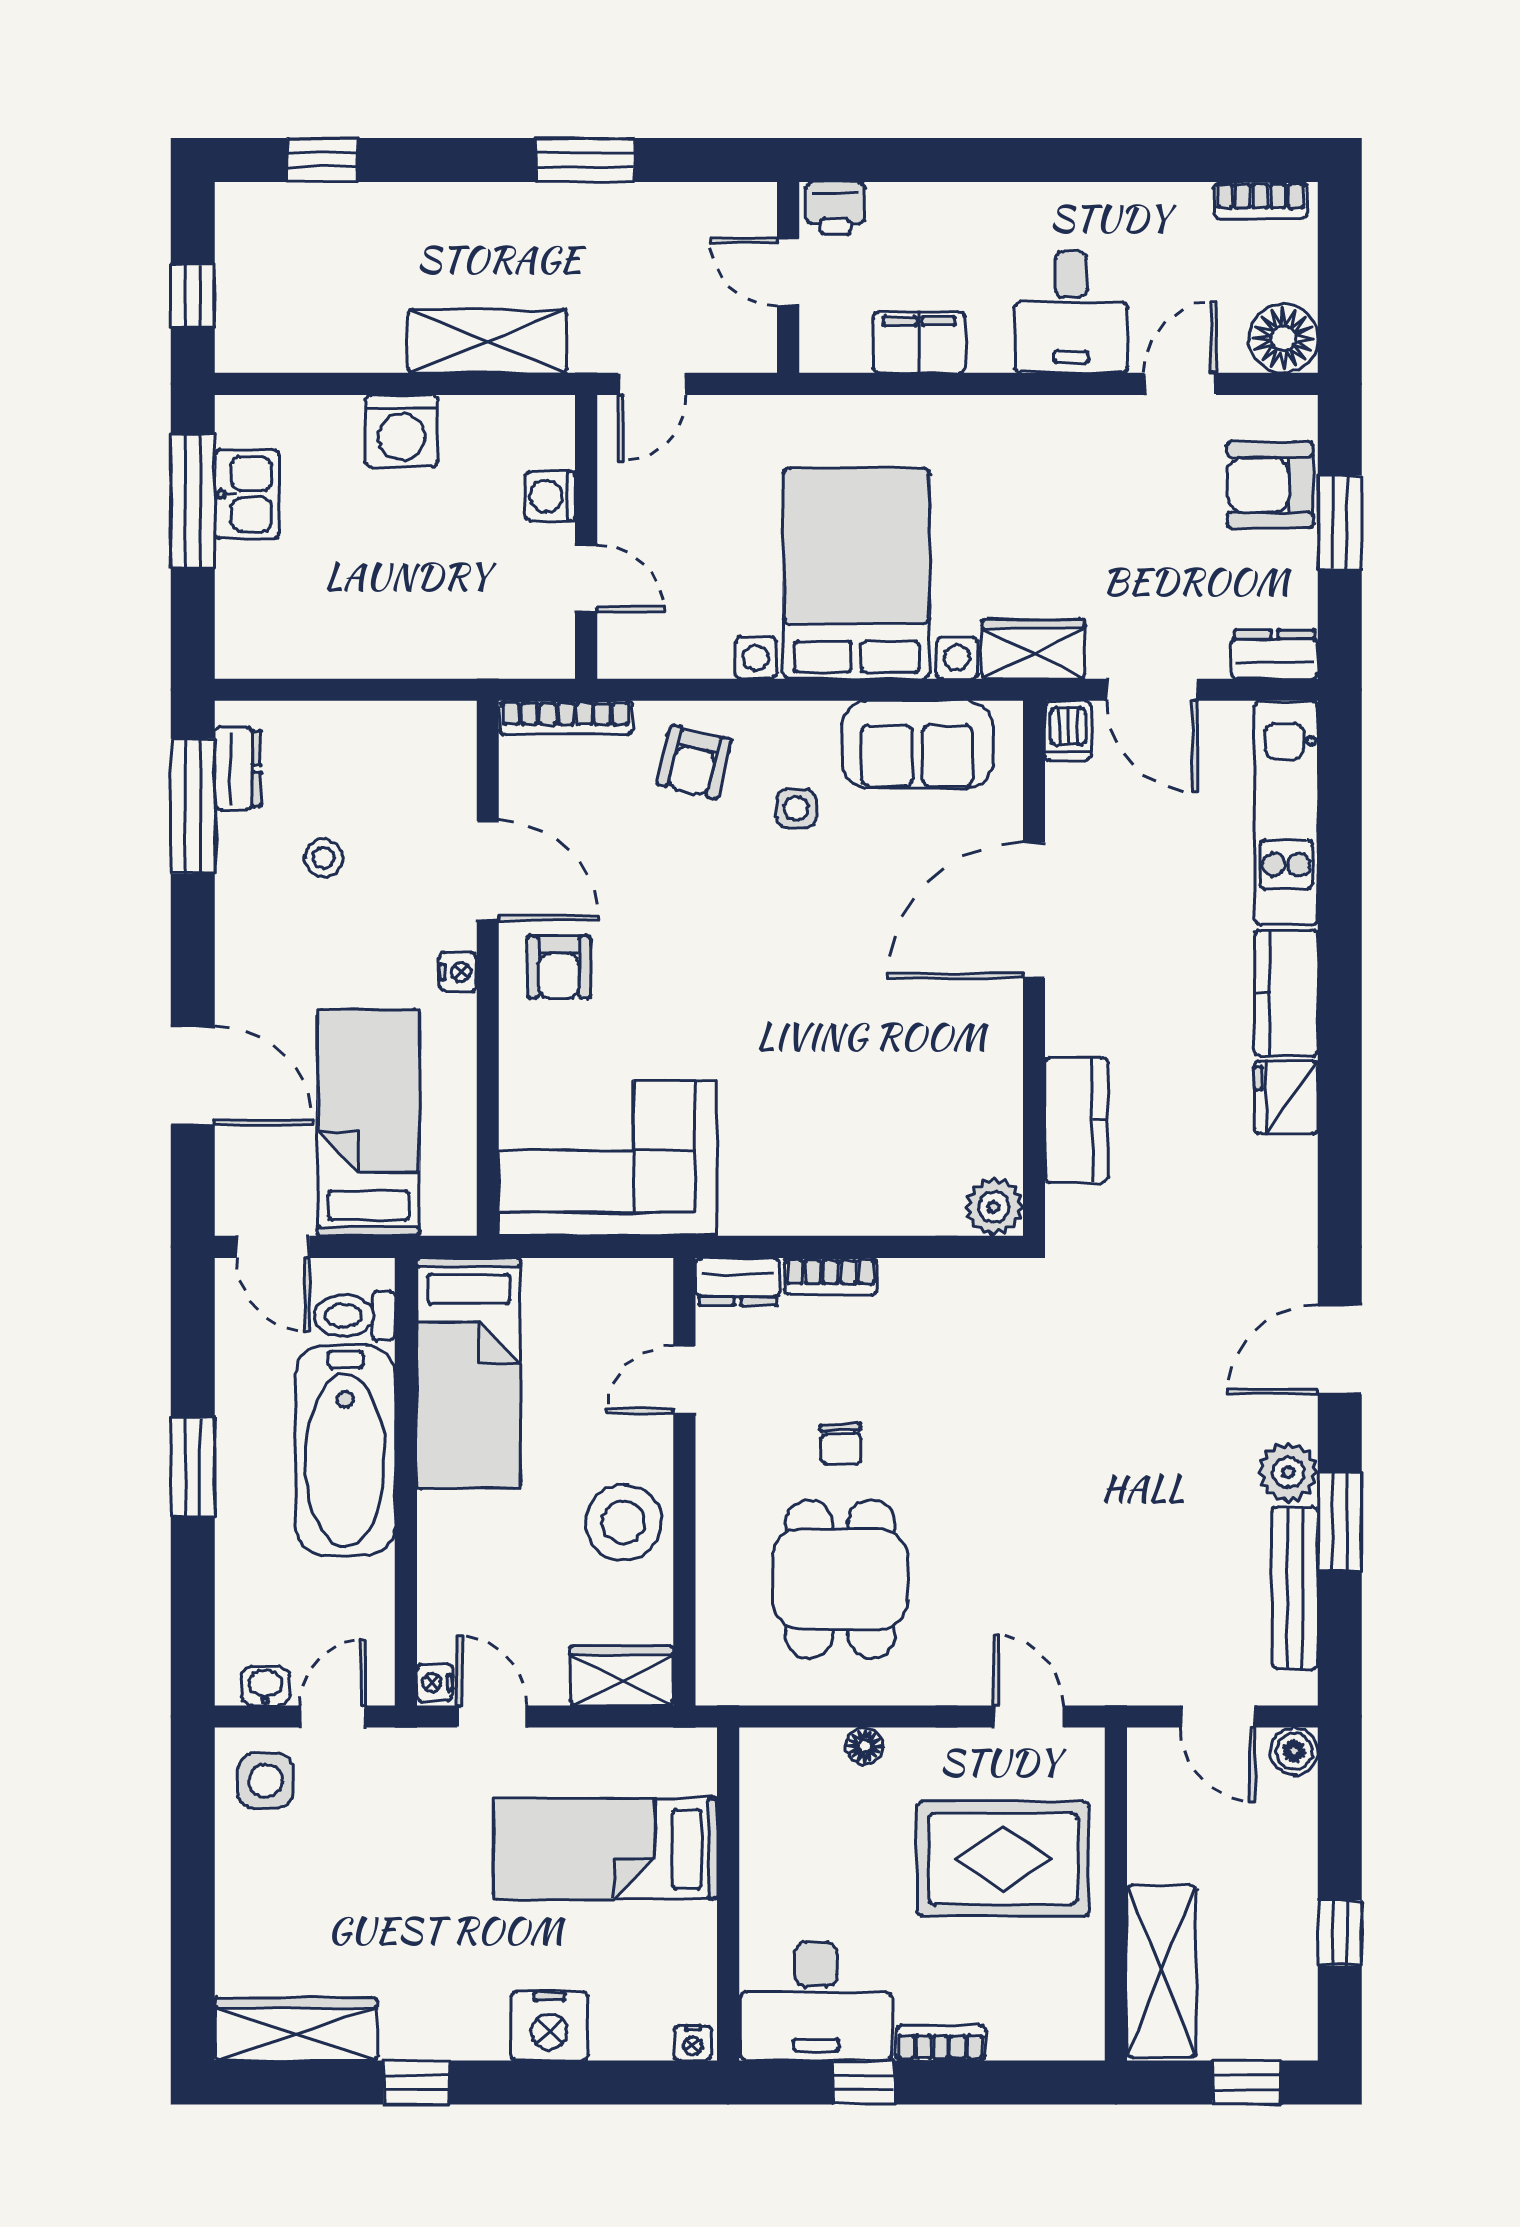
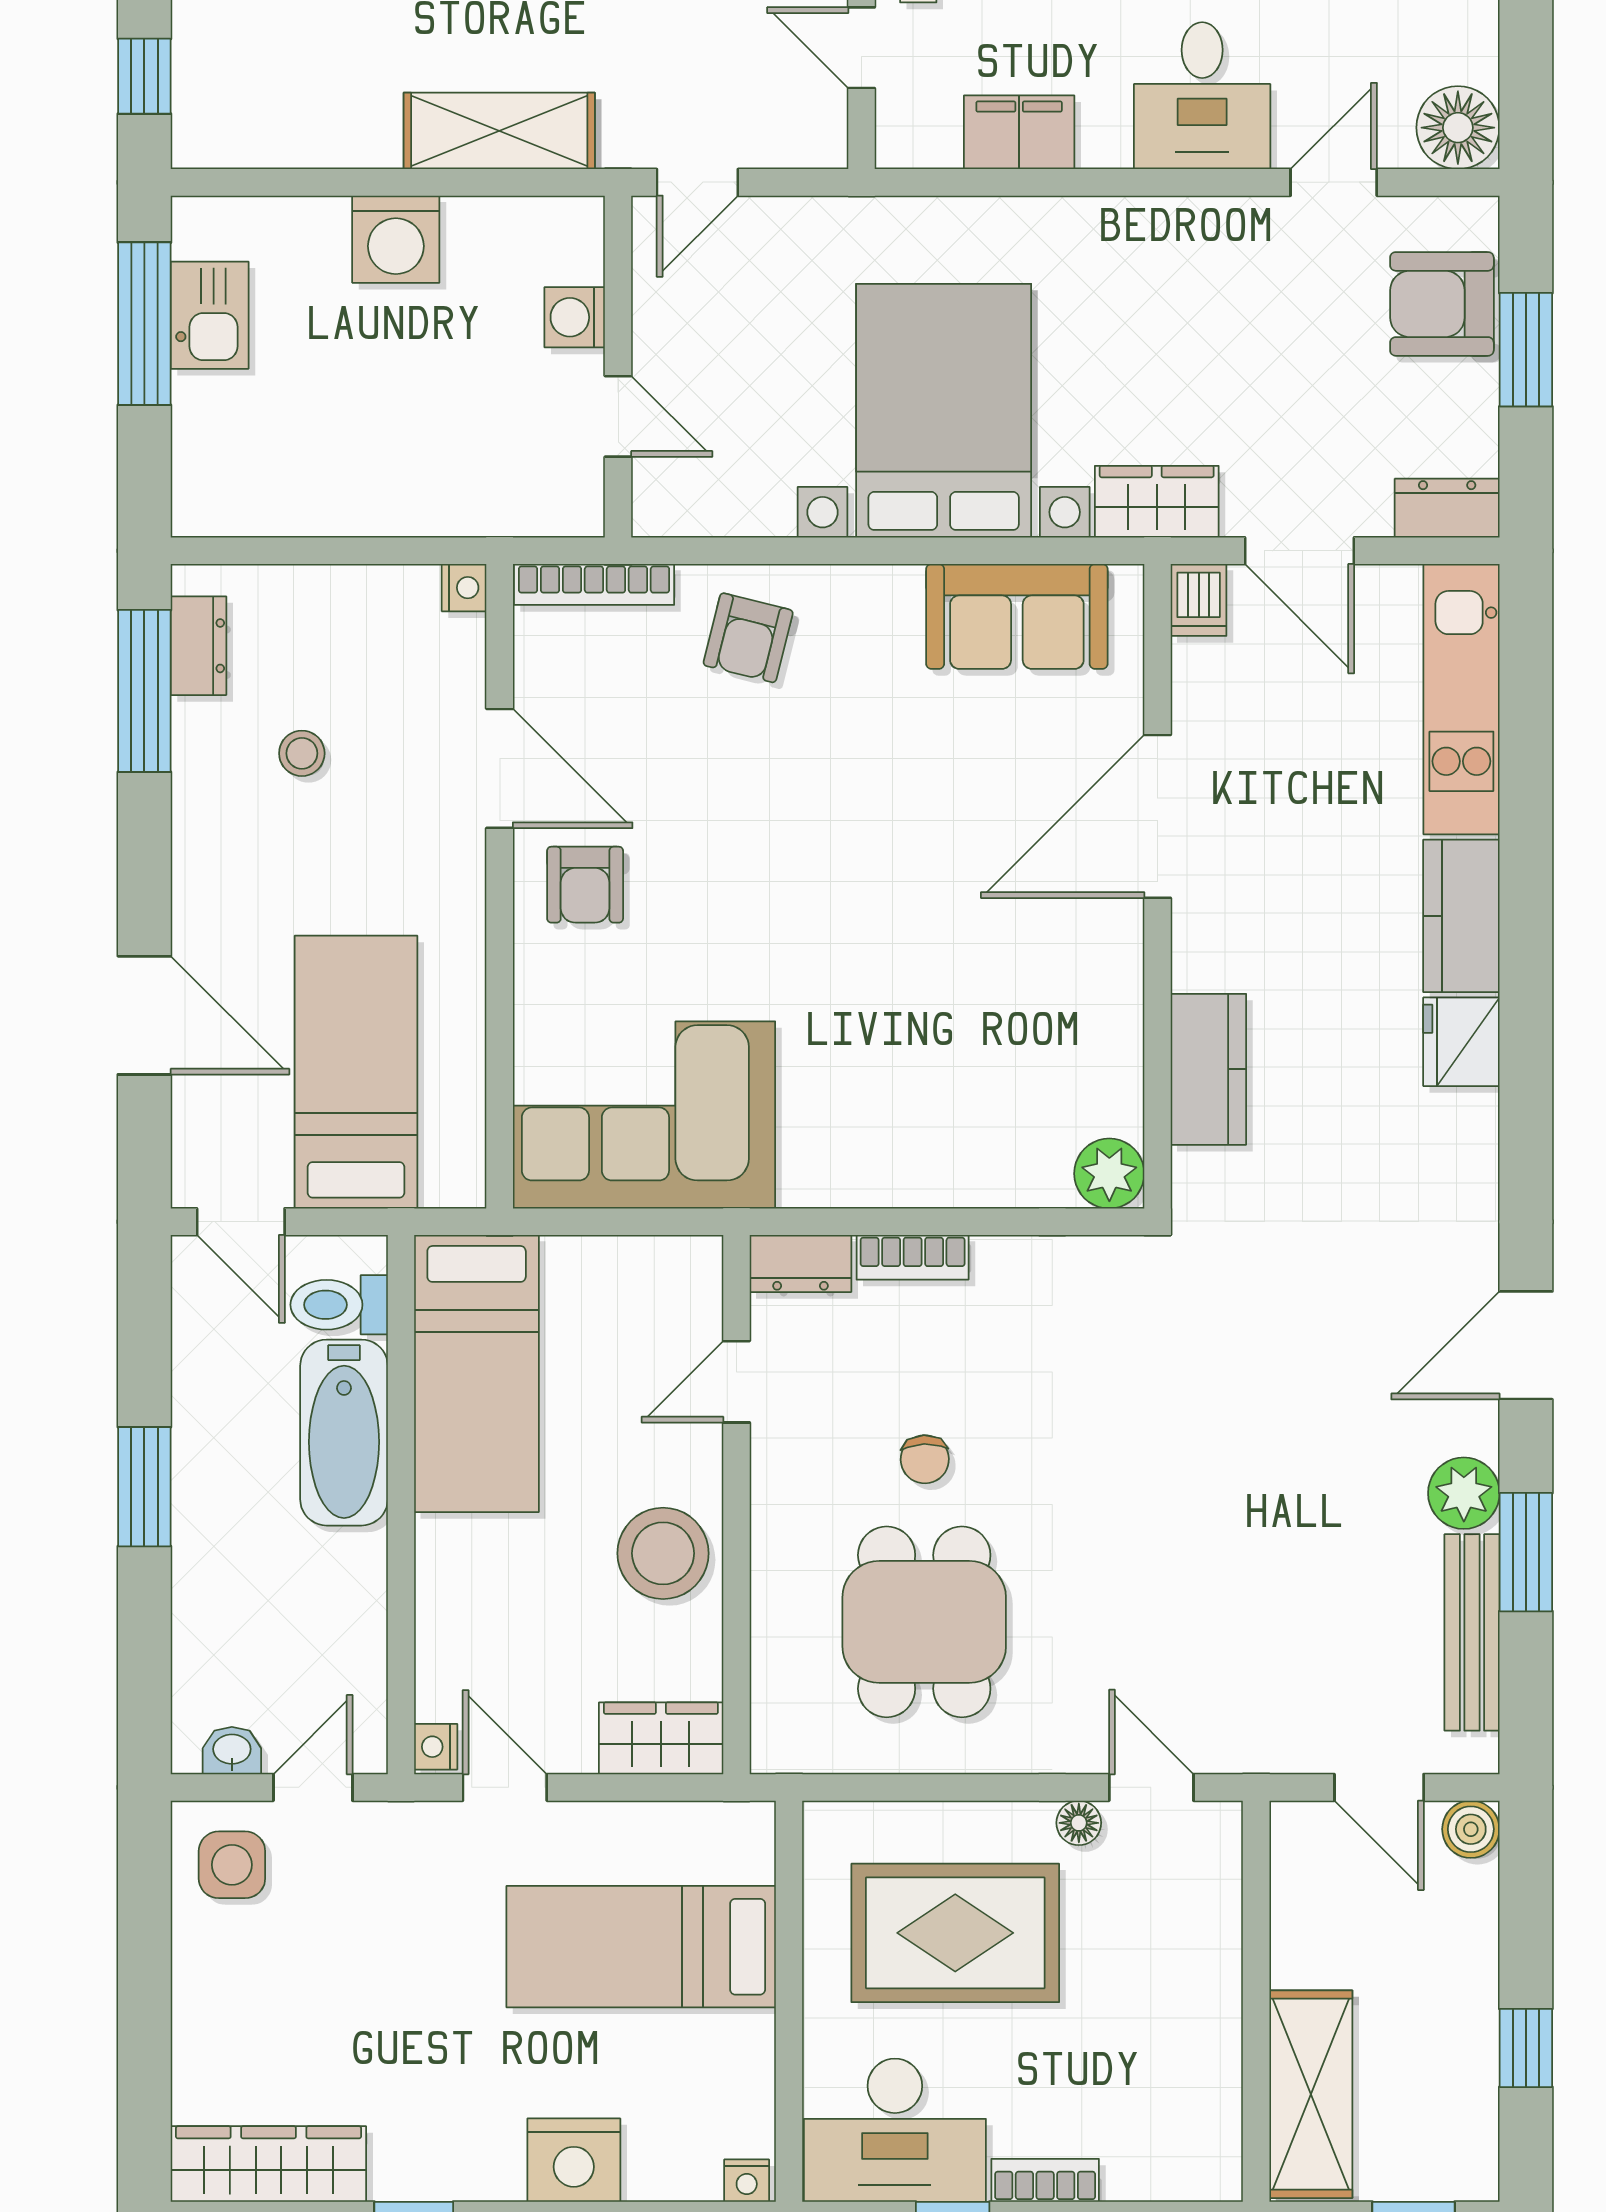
side table: (796, 808) -> (871, 694), removed
nightstand: (458, 972) -> (464, 588), moved
bathtub: (345, 1450) -> (344, 1433), width x0.73, depth x0.73
floor lamp: (865, 1746) -> (1079, 1823), moved
rug: (1003, 1859) -> (955, 1933), moved

